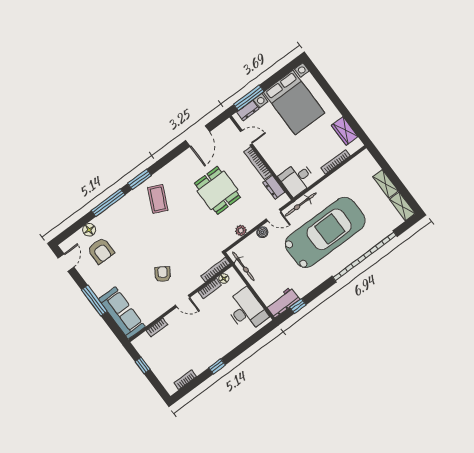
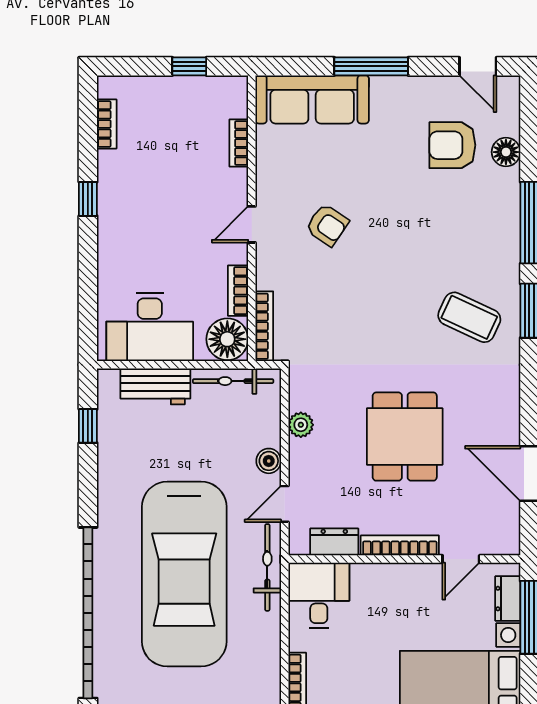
dining table: (217, 190) -> (405, 437), turned 90
floor lamp: (224, 279) -> (227, 339), width x1.89, depth x1.89
workbench: (283, 302) -> (155, 386), moved, turned 90

